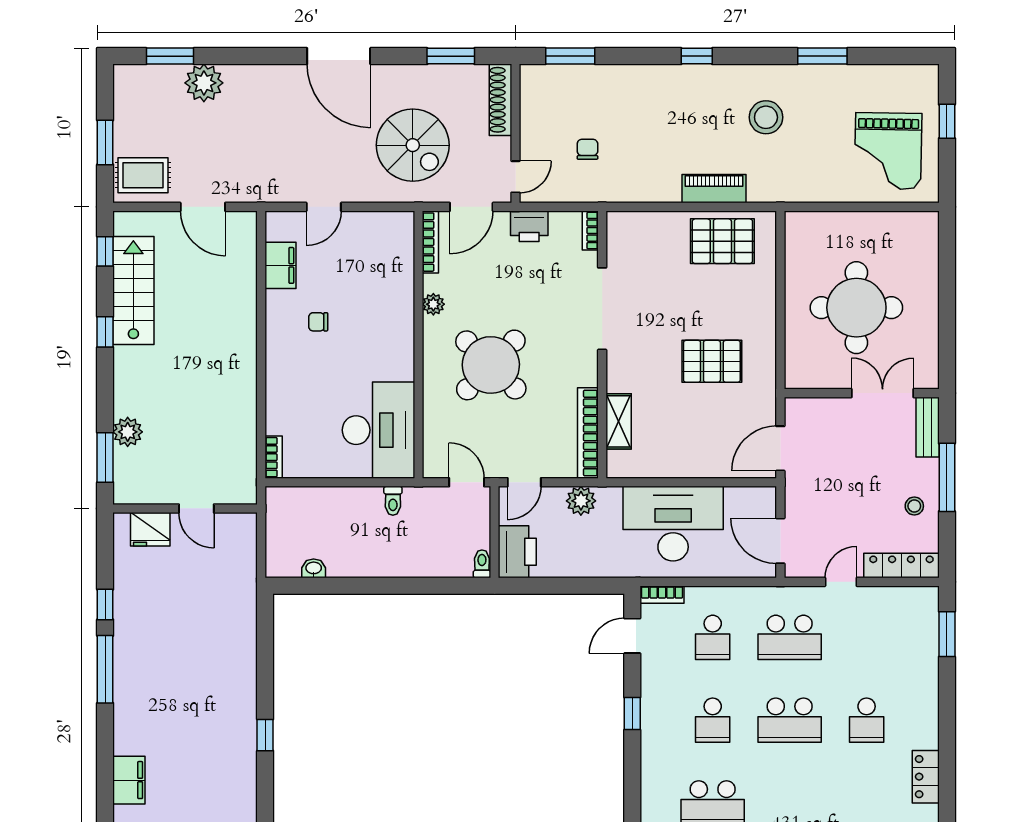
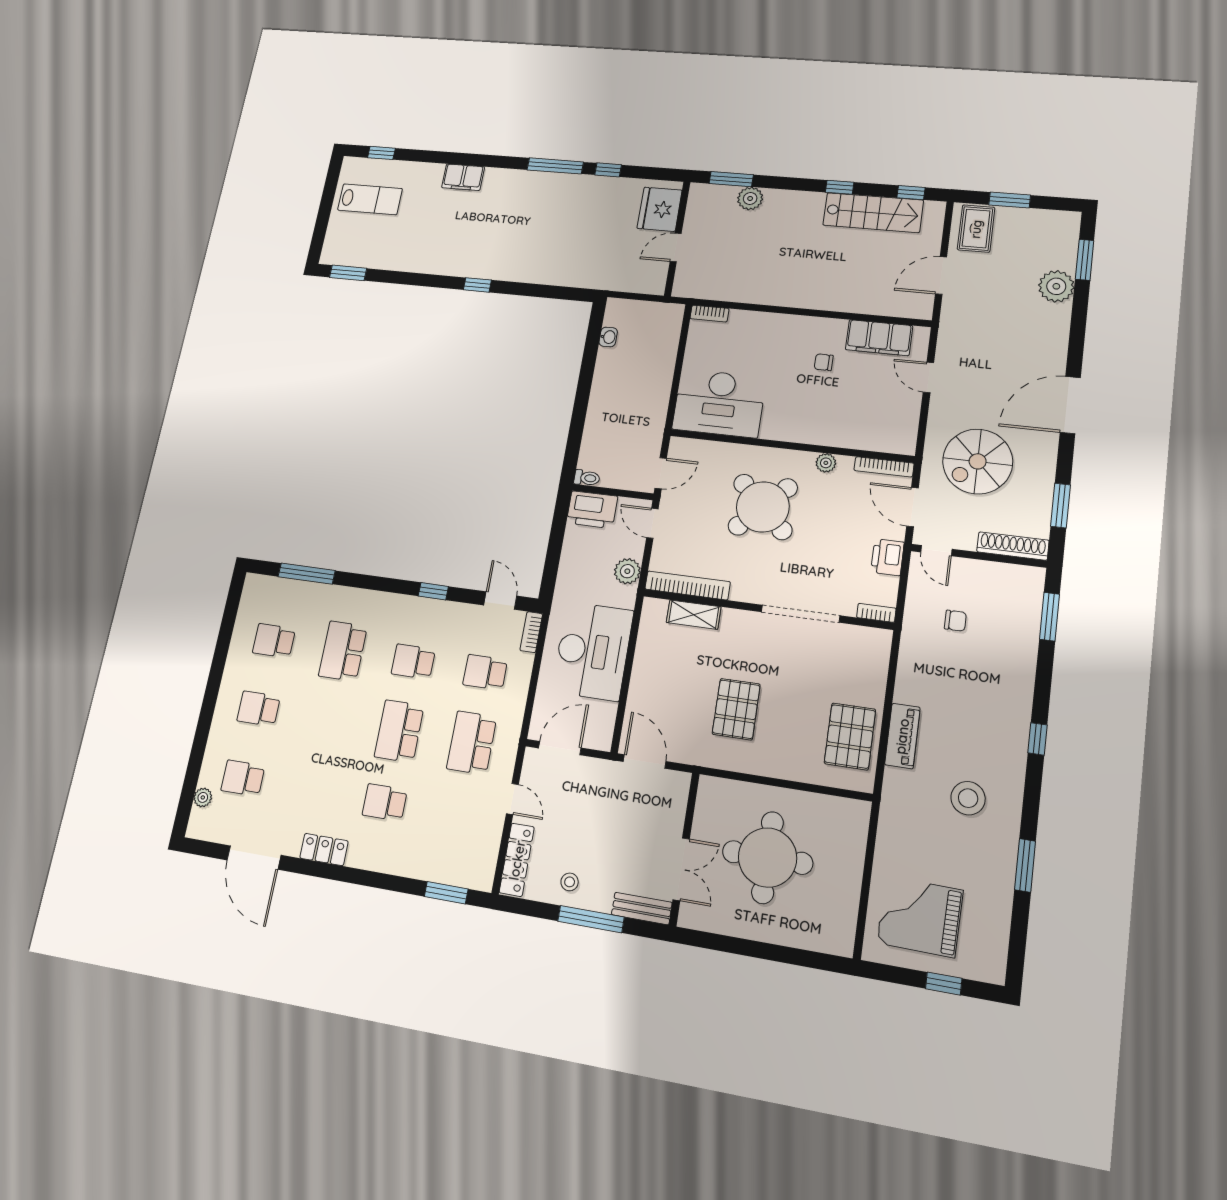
filing cabinet: (281, 265) -> (879, 338), width x1.50, depth x1.17
chair: (318, 322) -> (824, 362), turned -90
toilet: (393, 501) -> (655, 409), removed
fridge: (150, 529) -> (660, 209), width x1.36, depth x1.34

